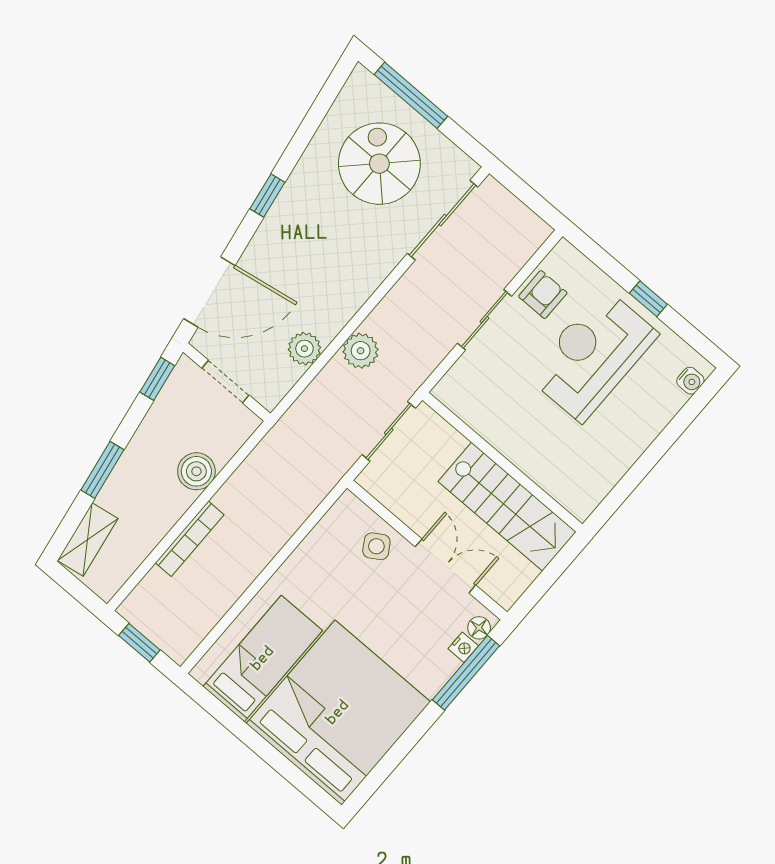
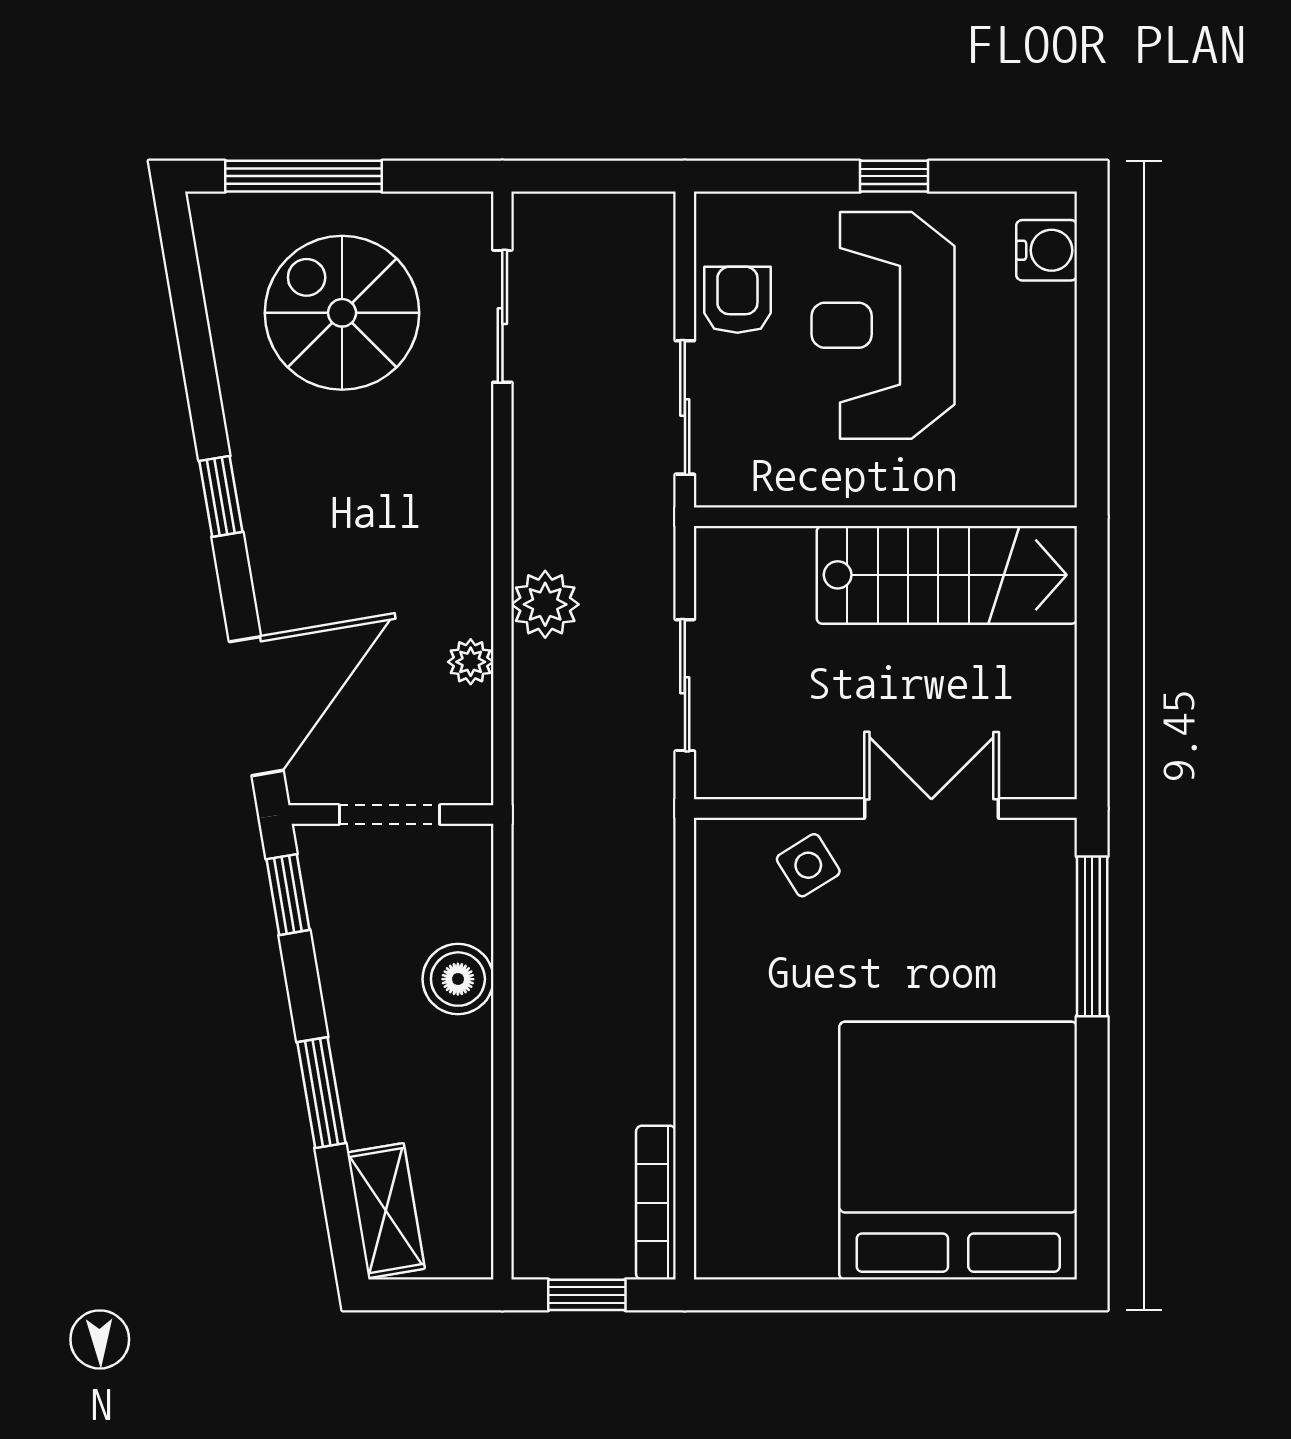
sliding door: (443, 220) -> (502, 316), width x0.73
plant: (304, 349) -> (471, 662), width x0.73, depth x0.73
water cooler: (690, 381) -> (1047, 250), width x1.38, depth x1.38
wall: (502, 462) -> (885, 517), moved
stairs: (507, 507) -> (947, 575), moved
bookcase: (190, 539) -> (656, 1203), moved, turned 180
floor lamp: (479, 628) -> (1056, 856), removed
nightstand: (463, 647) -> (1057, 903), removed
bed: (263, 659) -> (783, 1166), removed

